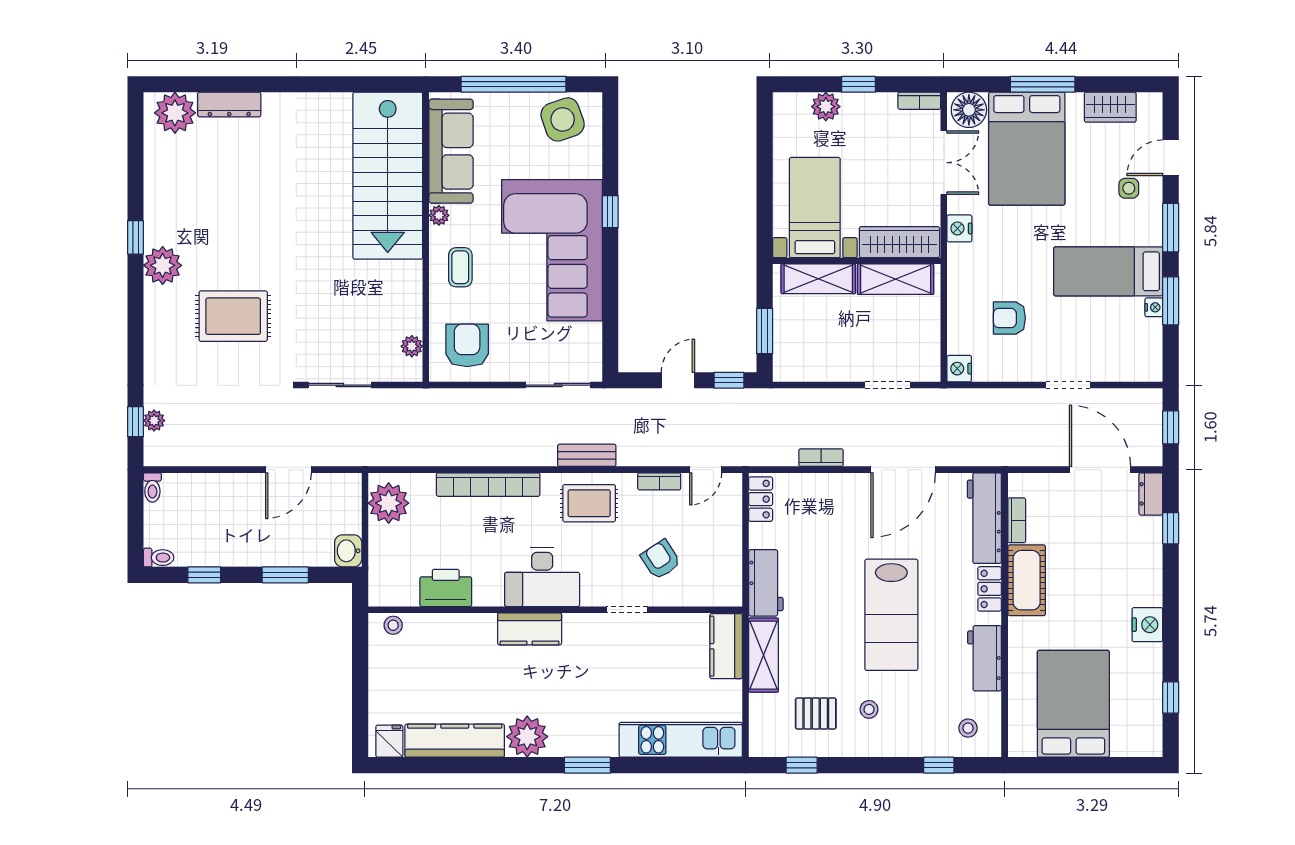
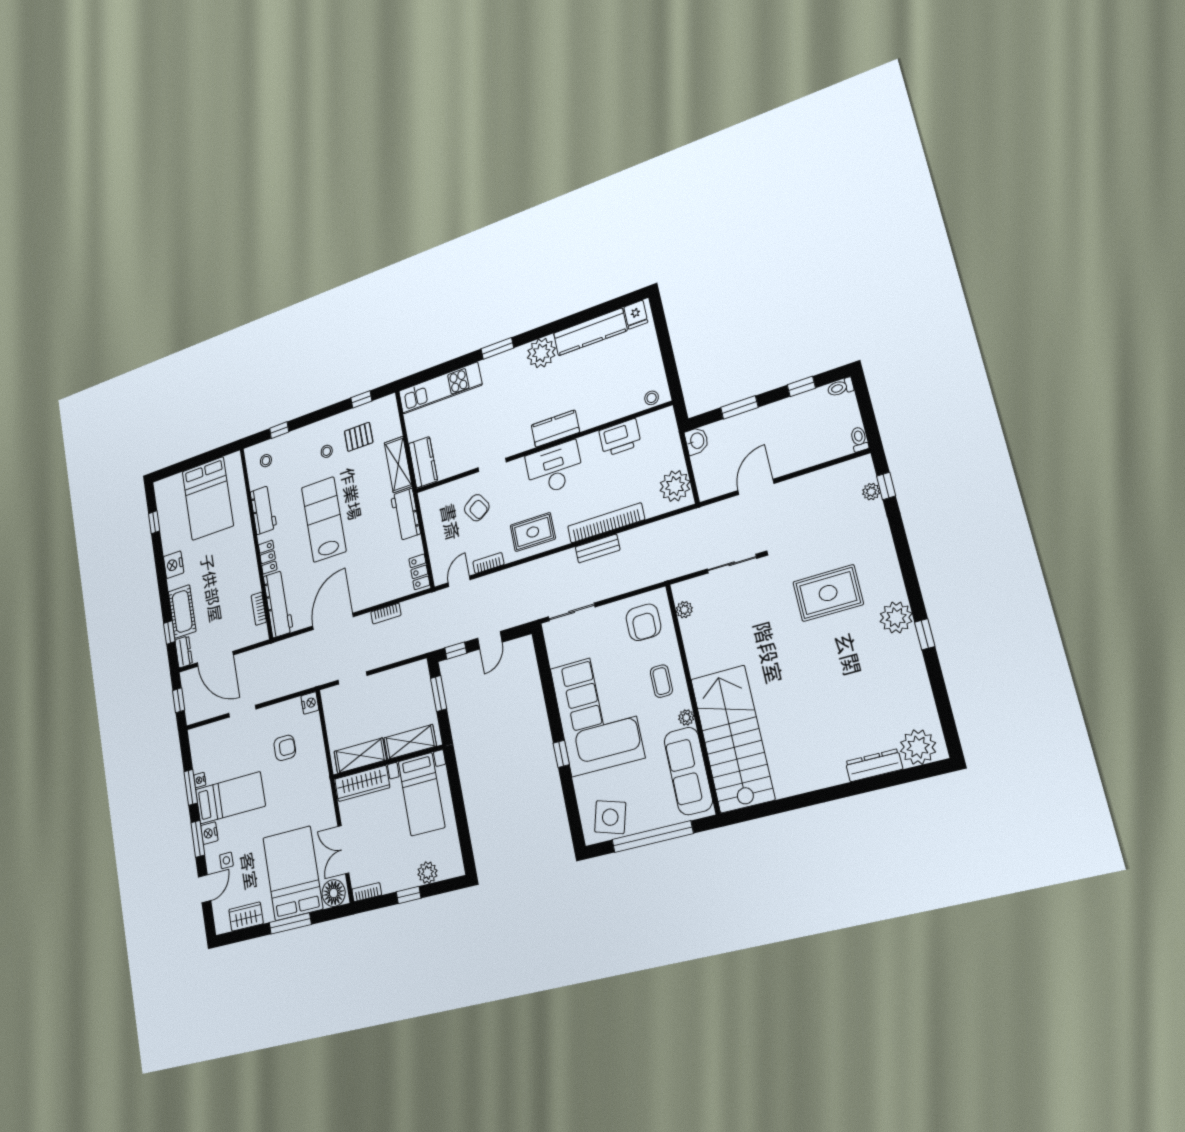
side table: (563, 119) -> (610, 817), turned 35
nightstand: (959, 228) -> (209, 833), moved, turned 180
bench: (587, 455) -> (598, 549), moved
cot: (1027, 580) -> (182, 611), moved

